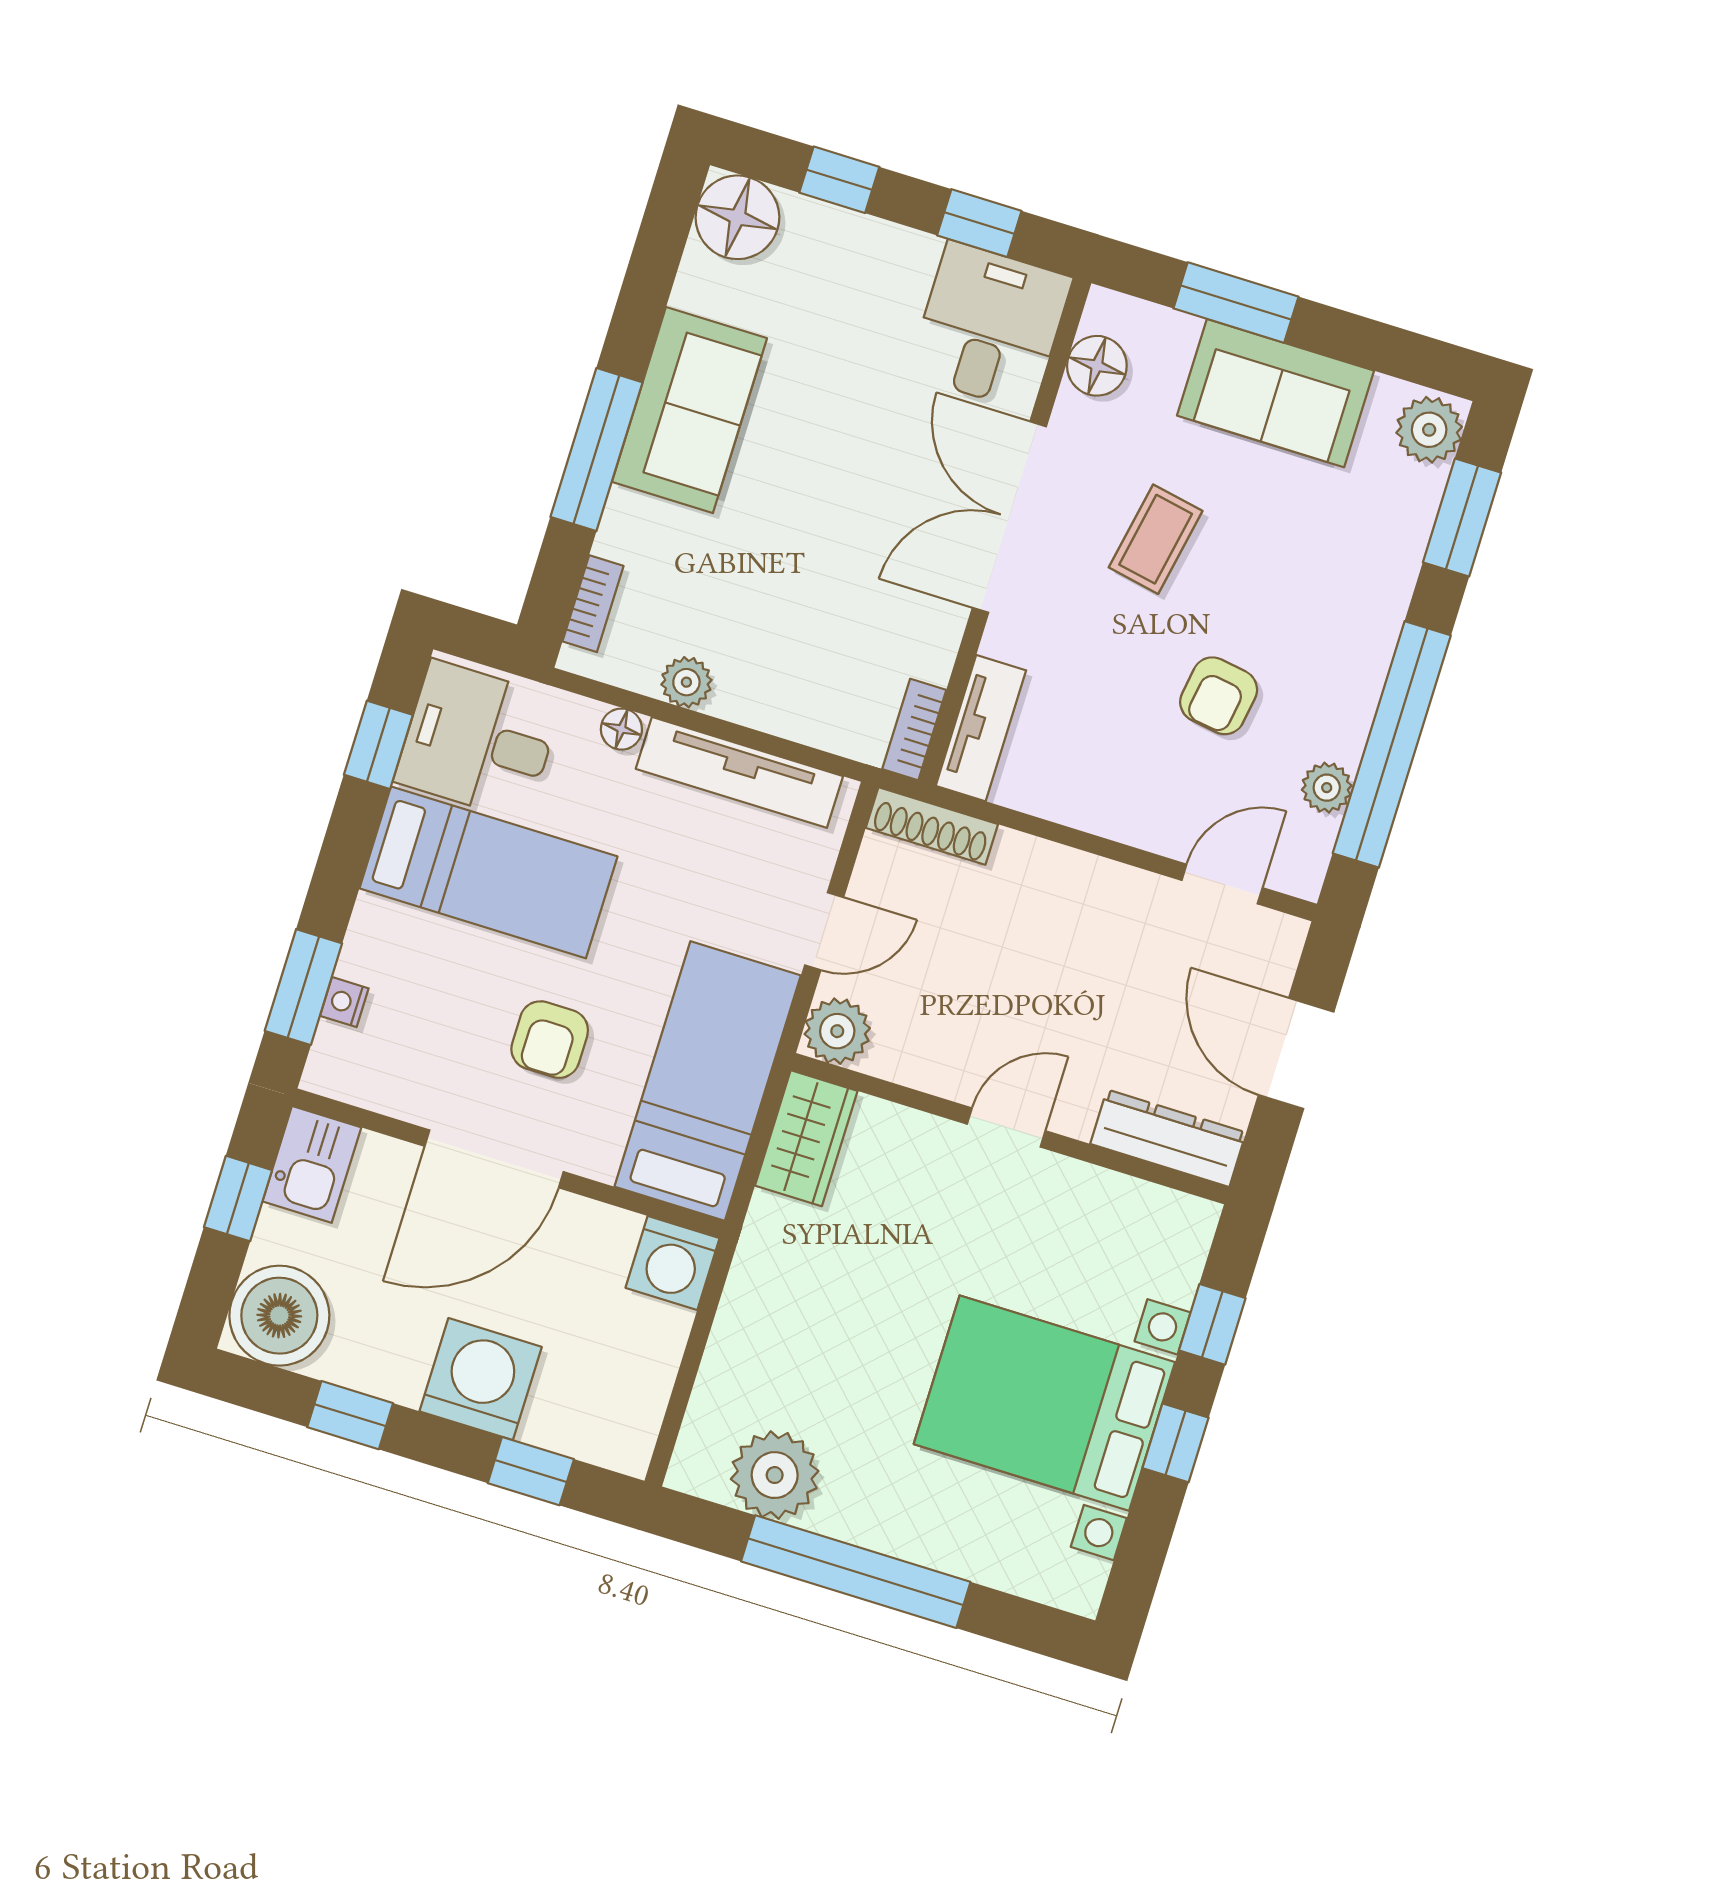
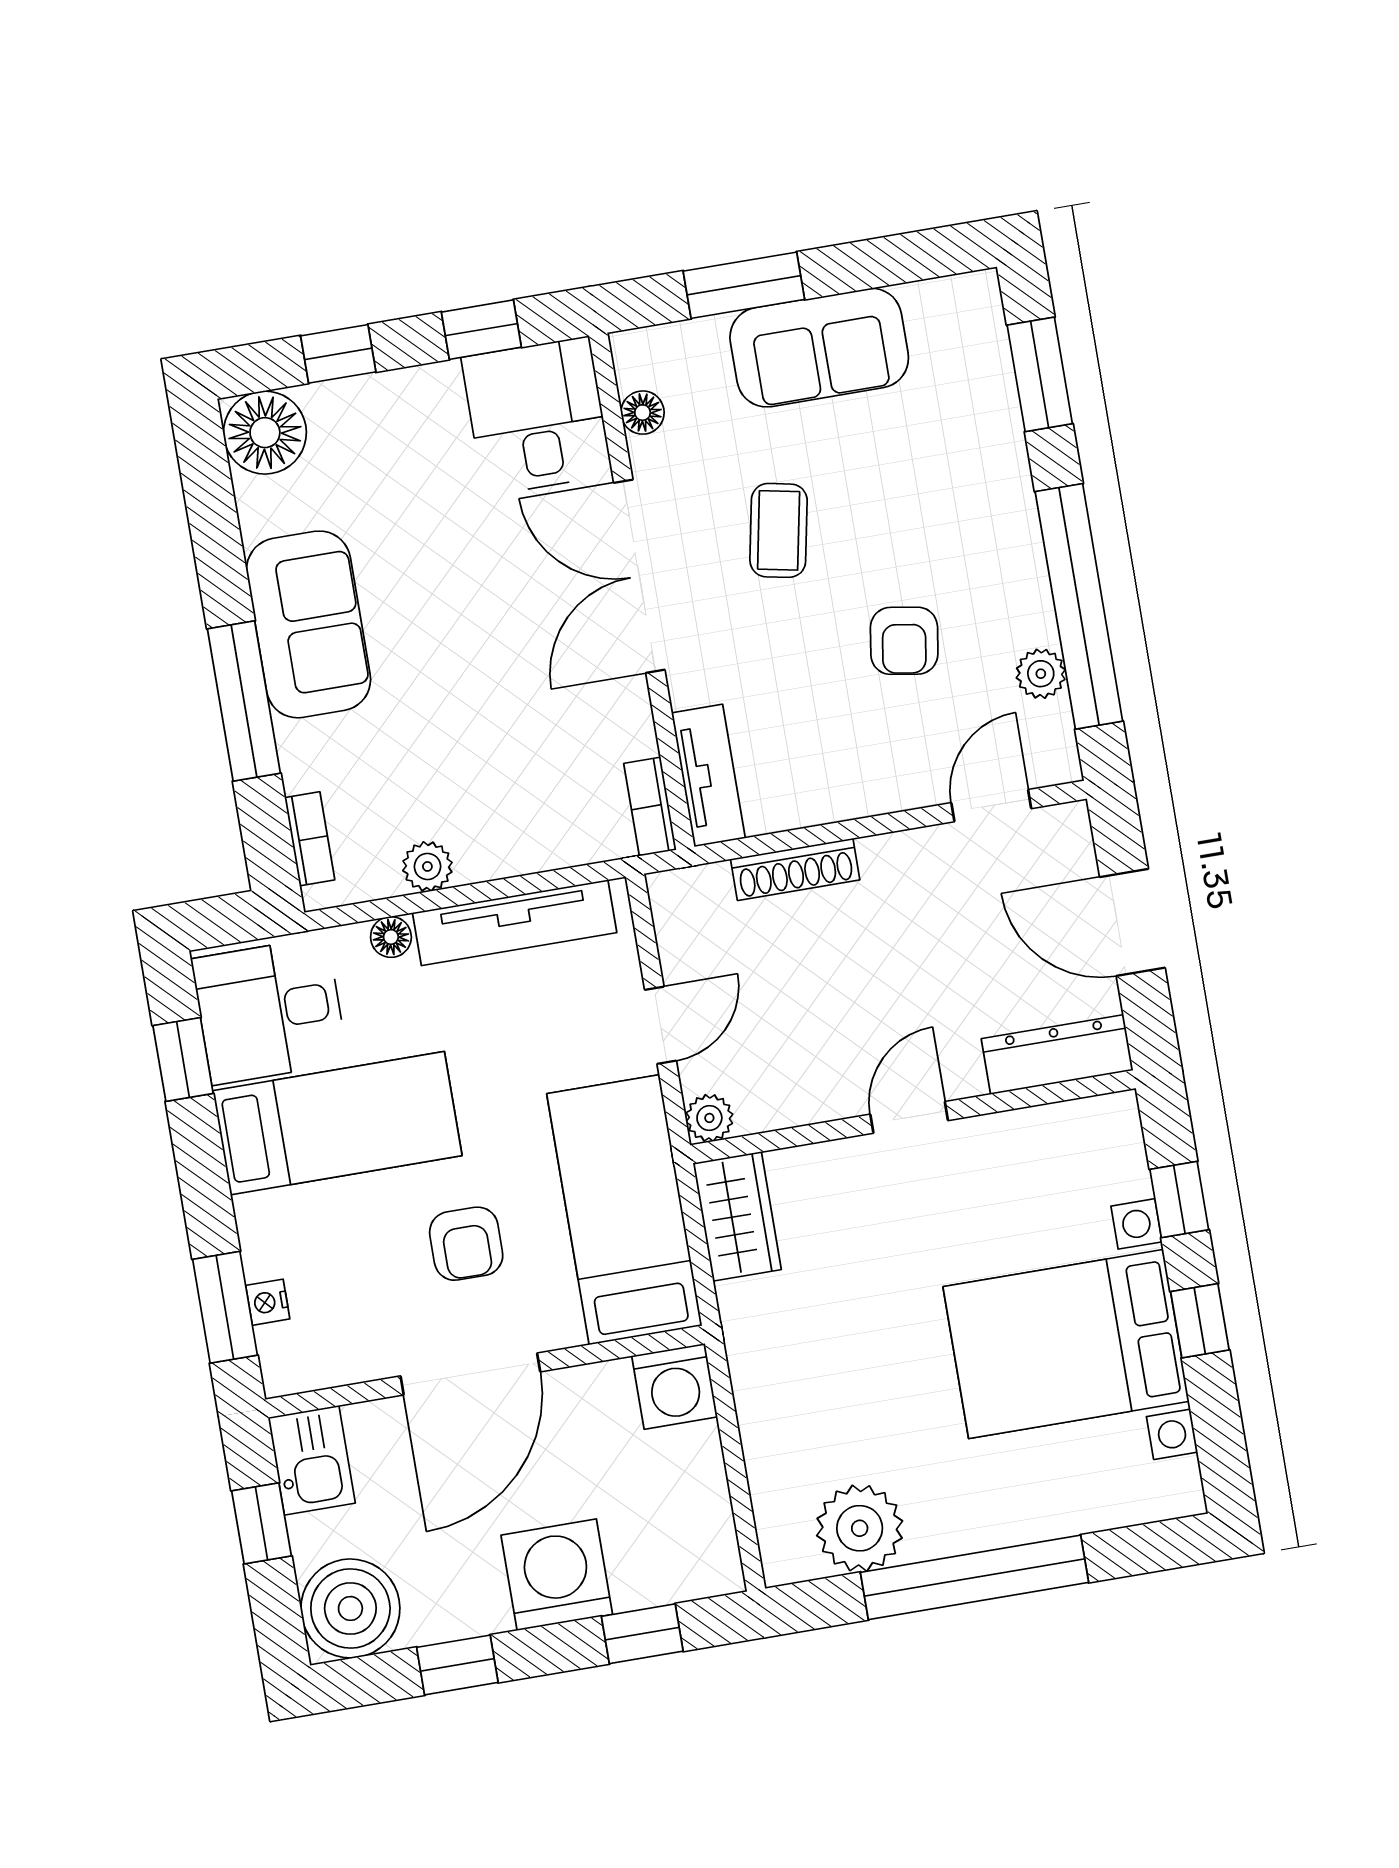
floor lamp: (1097, 366) -> (643, 413), width x0.73, depth x0.73
plant: (1429, 430) -> (972, 311), removed
shoe rack: (932, 826) -> (795, 869), moved
plant: (837, 1031) -> (709, 1118), width x0.73, depth x0.73

